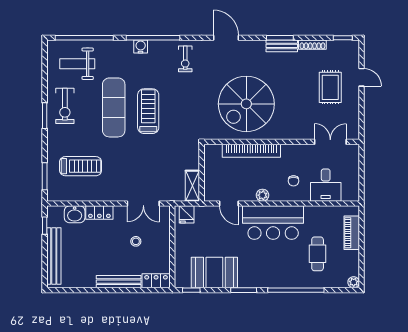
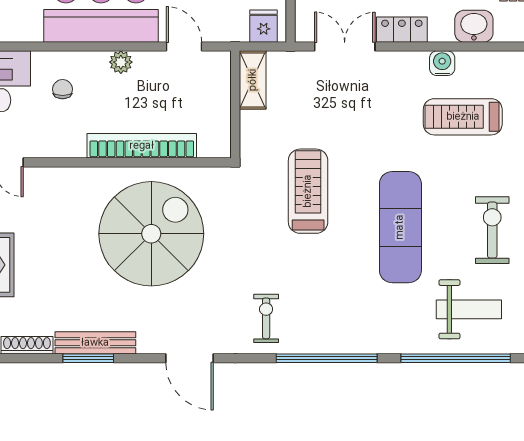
bench: (282, 46) -> (95, 343), width x1.36
water cooler: (141, 47) -> (442, 63), moved, turned 180
treadmill: (148, 111) -> (308, 191), moved, turned 180
locker: (99, 213) -> (402, 30), moved

